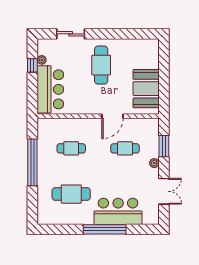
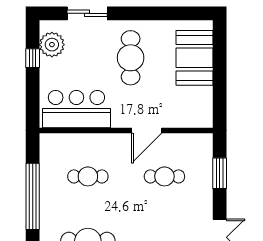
plant: (42, 60) -> (52, 45), width x1.88, depth x1.88
bar counter: (50, 89) -> (76, 109), moved, turned -90
booth: (146, 89) -> (195, 58), moved
plant: (154, 163) -> (206, 197), removed

